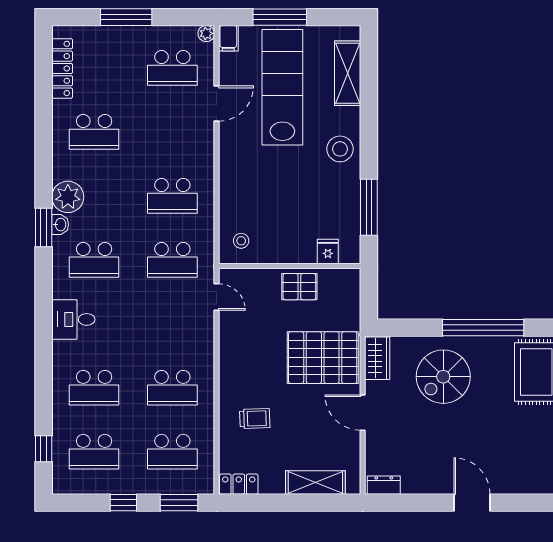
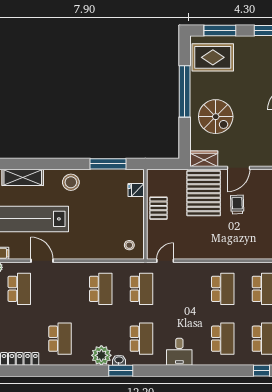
trolley: (255, 419) -> (237, 205), moved

